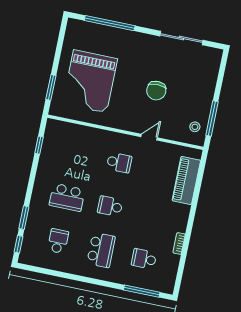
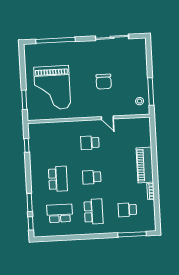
door: (149, 137) -> (107, 118), swing flipped
school desk: (119, 163) -> (90, 143), turned 180
piano: (186, 180) -> (145, 165), moved
school desk: (67, 197) -> (58, 179), turned -90
school desk: (58, 241) -> (60, 213), width x1.85

